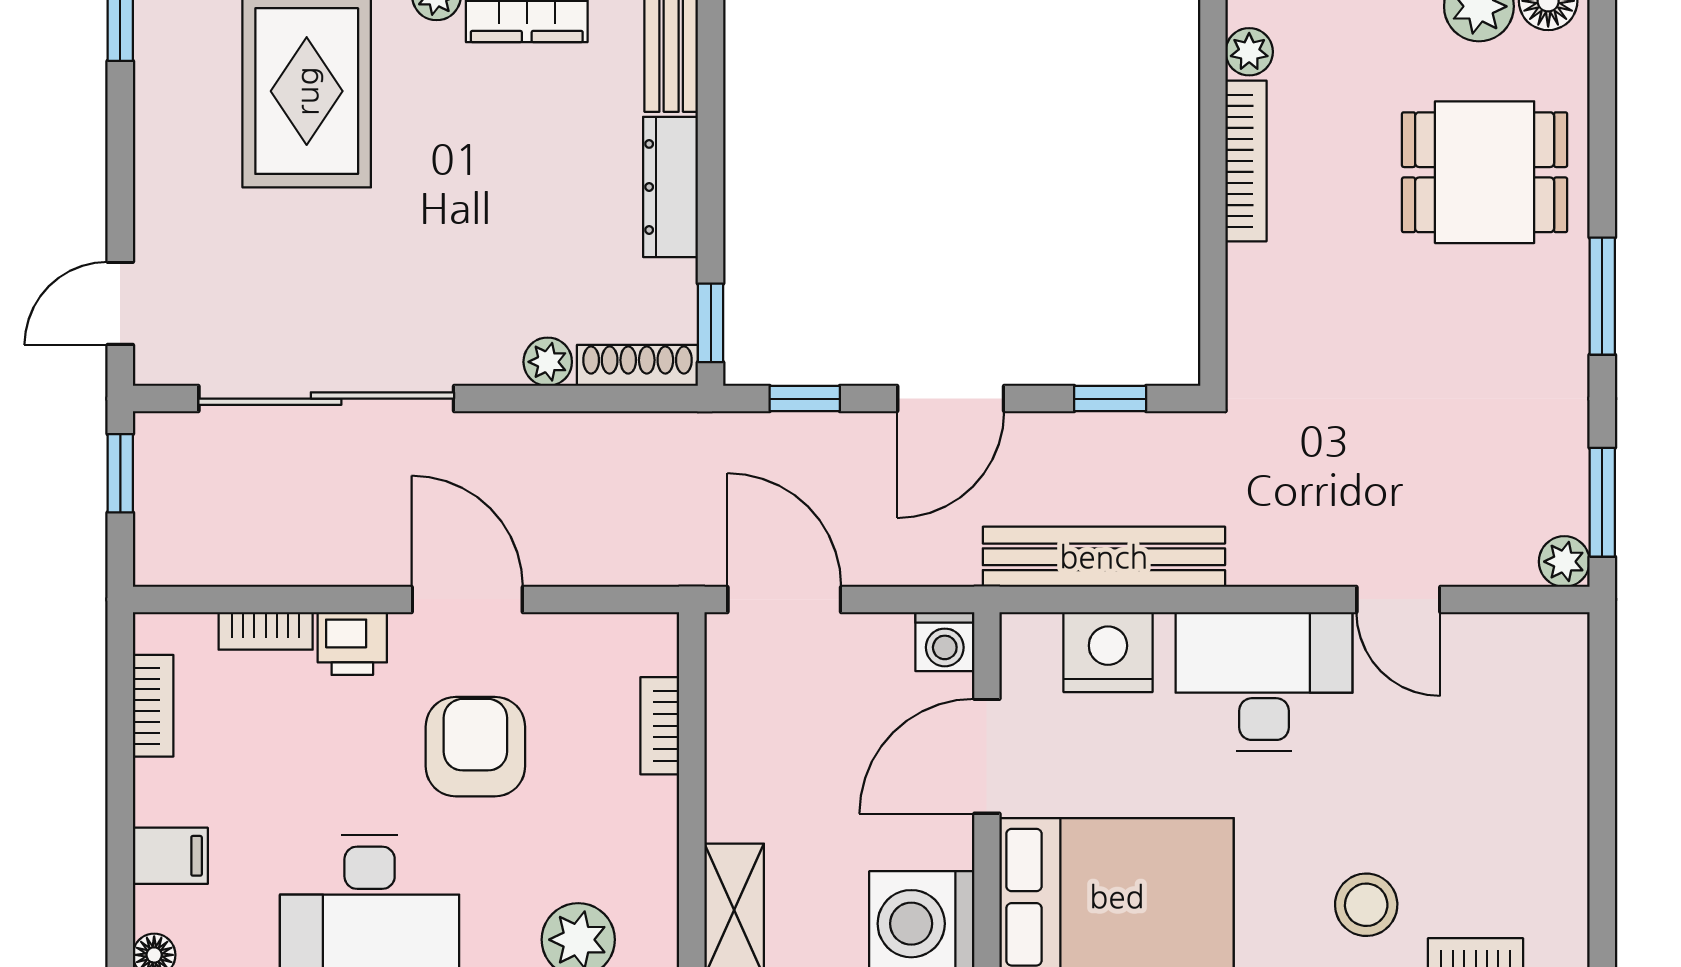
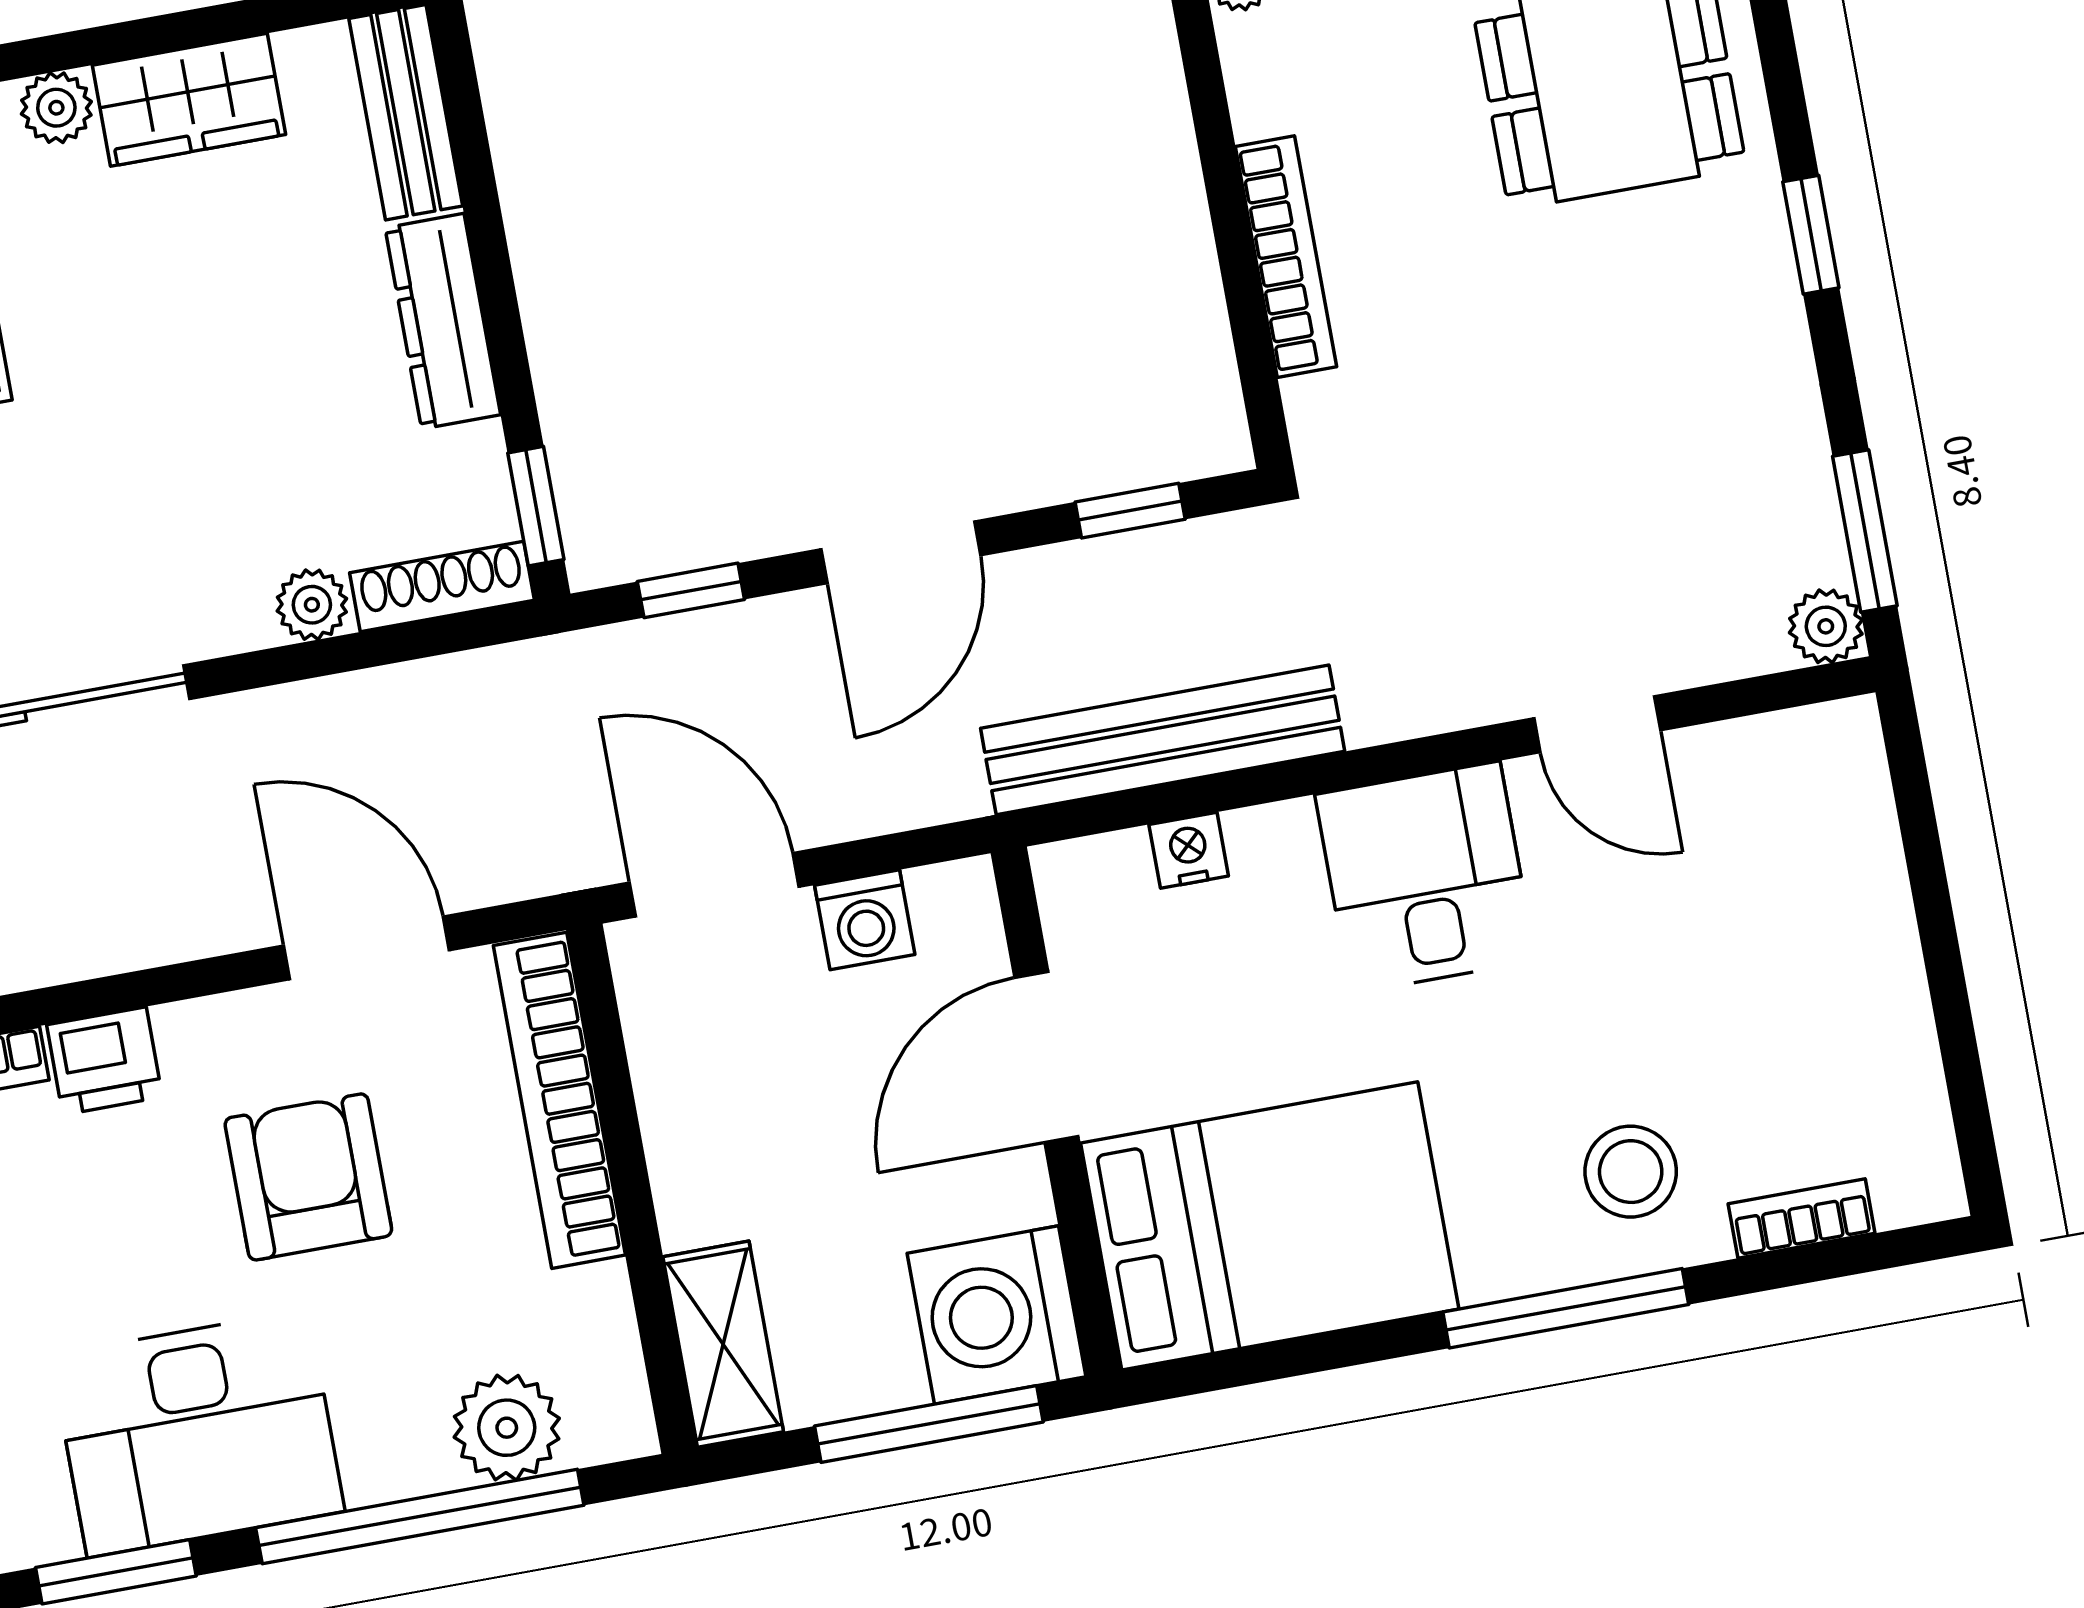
bookcase: (1246, 161) -> (1286, 257), moved
window: (1602, 296) -> (1811, 235), width x0.67
door: (467, 599) -> (366, 948), moved
washing machine: (945, 642) -> (865, 920), moved
nightstand: (1108, 652) -> (1189, 850), width x0.53, depth x0.56
desk: (1264, 682) -> (1425, 877), width x0.73
bookcase: (660, 726) -> (559, 1100), width x2.31, depth x1.31

